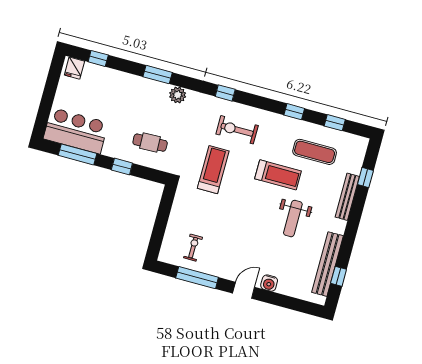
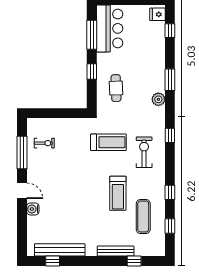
weight bench: (293, 219) -> (87, 214), removed

